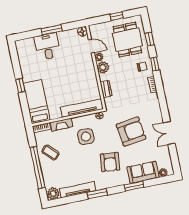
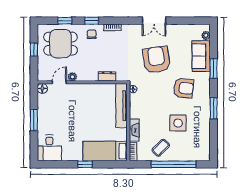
desk: (47, 46) -> (49, 148), moved, turned -90
plant: (103, 67) -> (84, 75), removed
double door: (169, 133) -> (154, 21), moved
side table: (86, 137) -> (178, 123), moved
tv unit: (77, 190) -> (205, 128), removed
plant: (53, 194) -> (204, 154), removed

